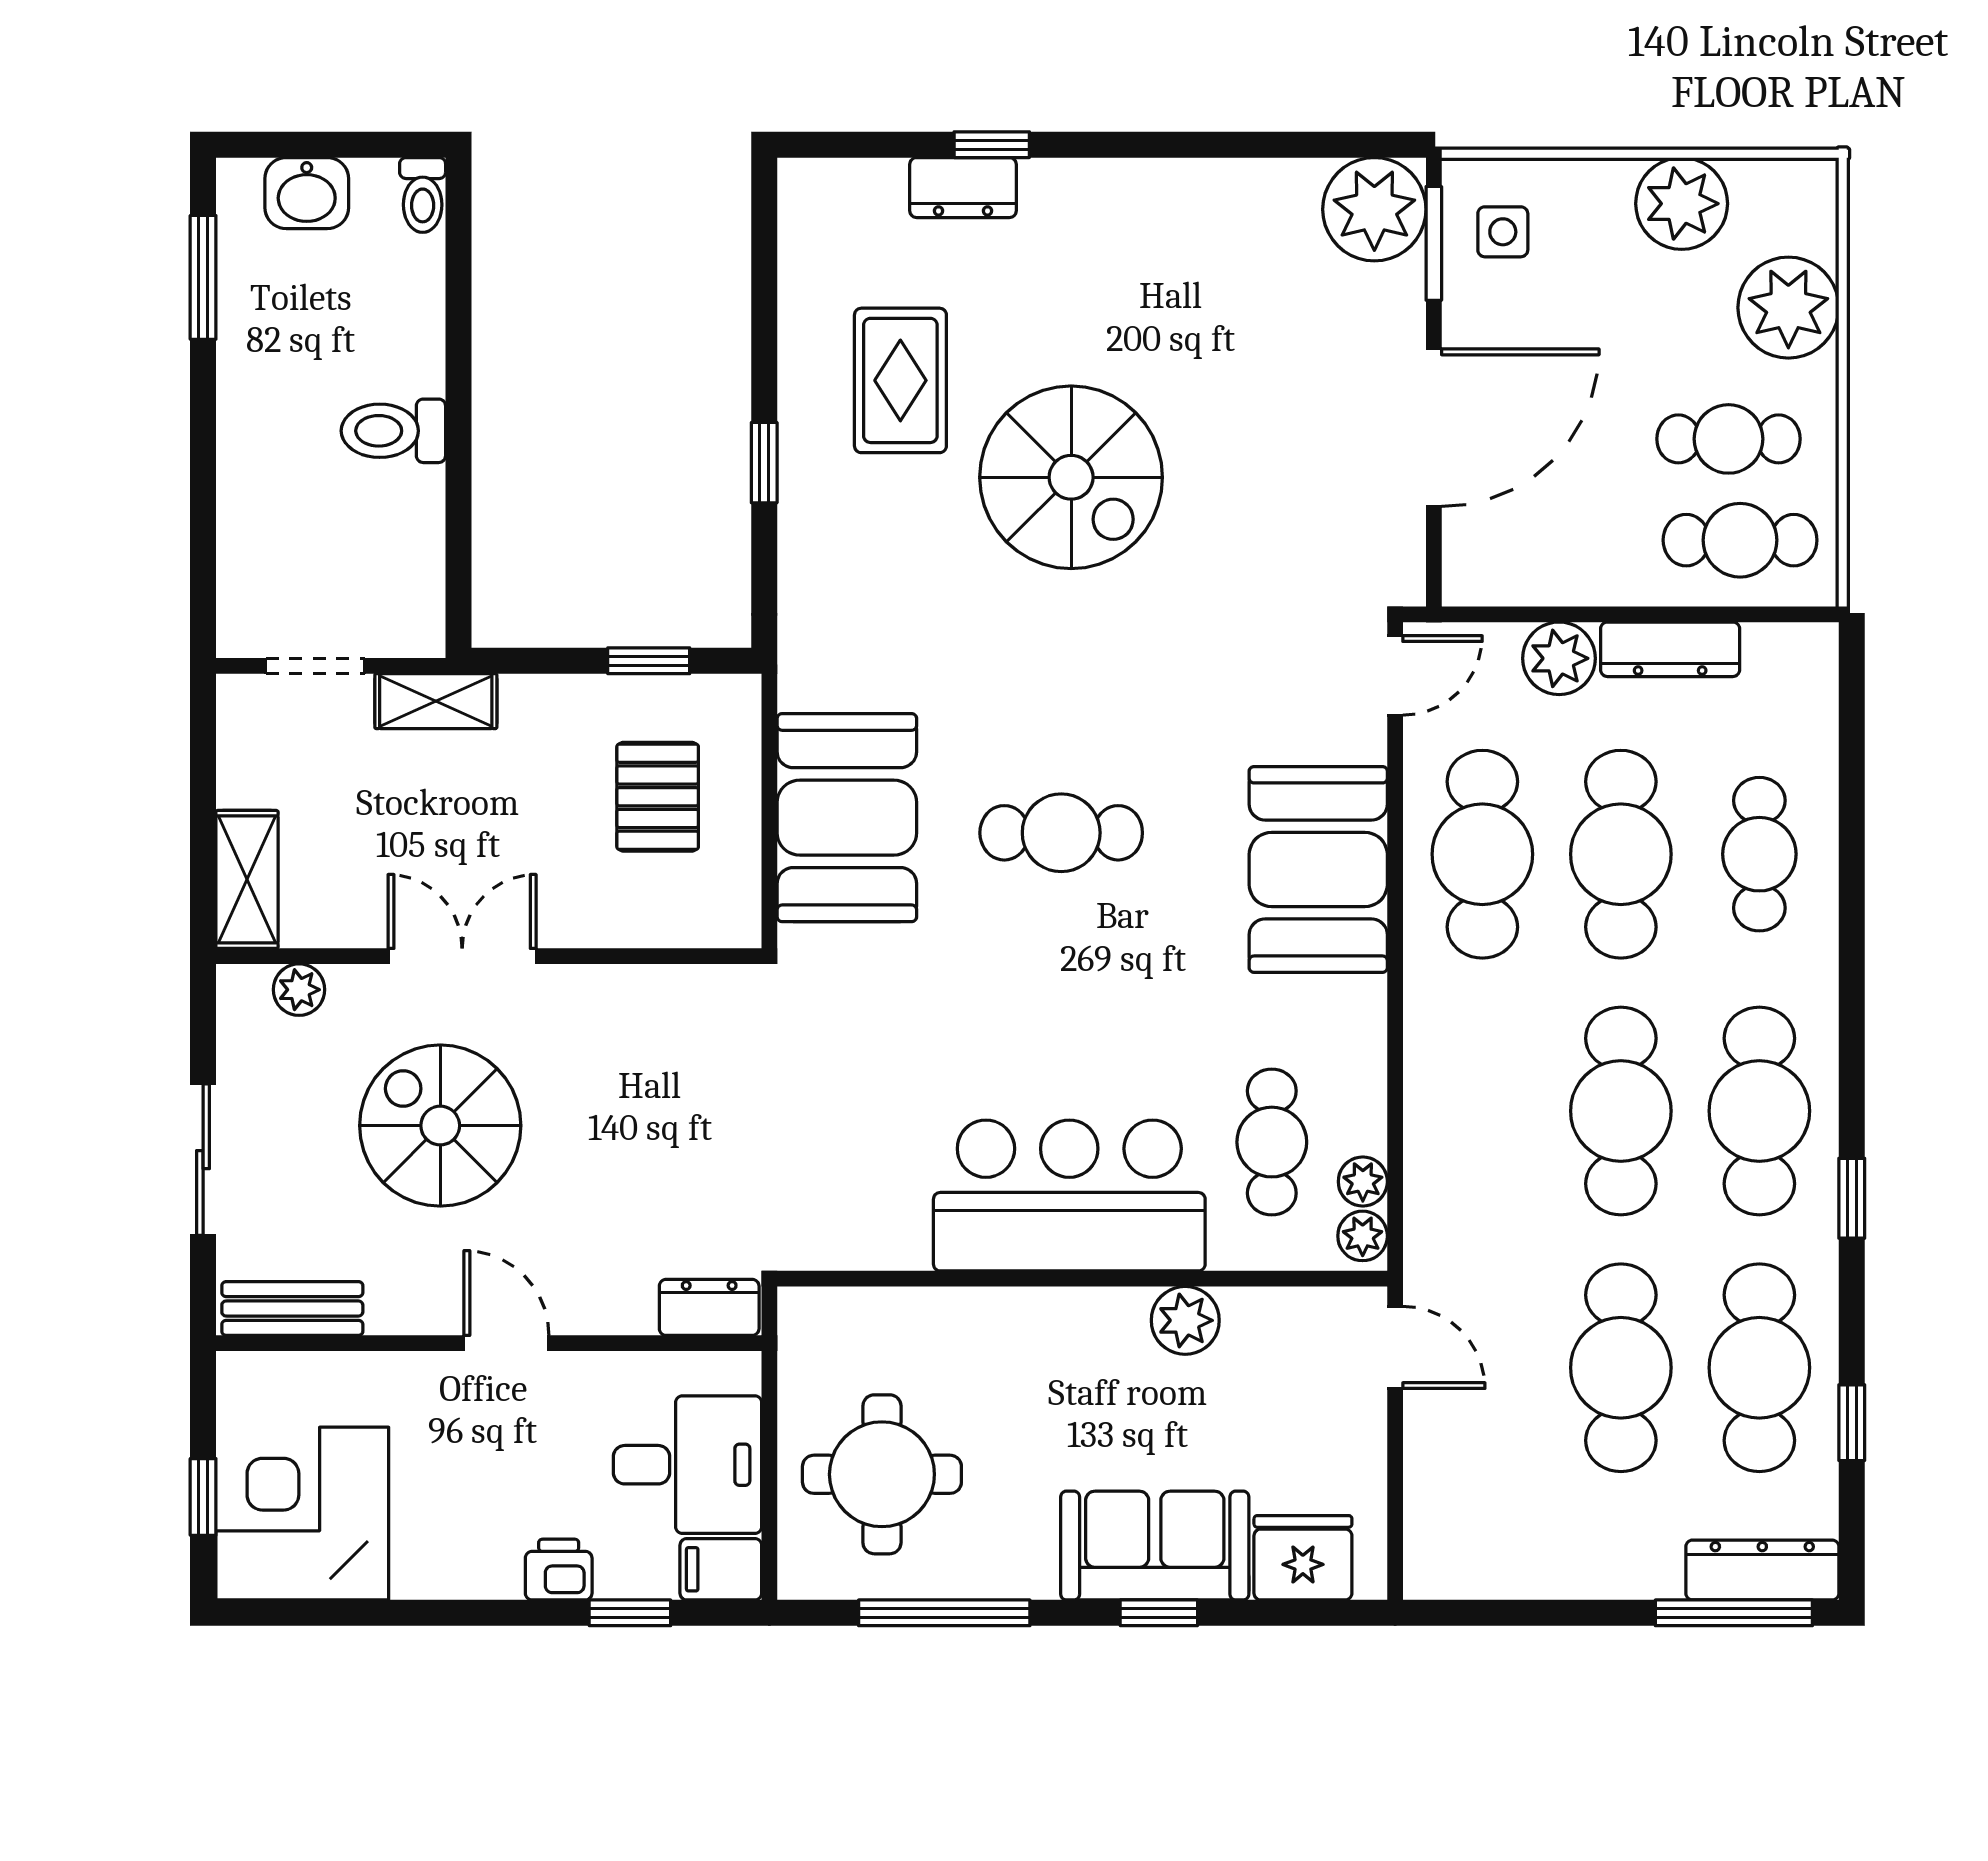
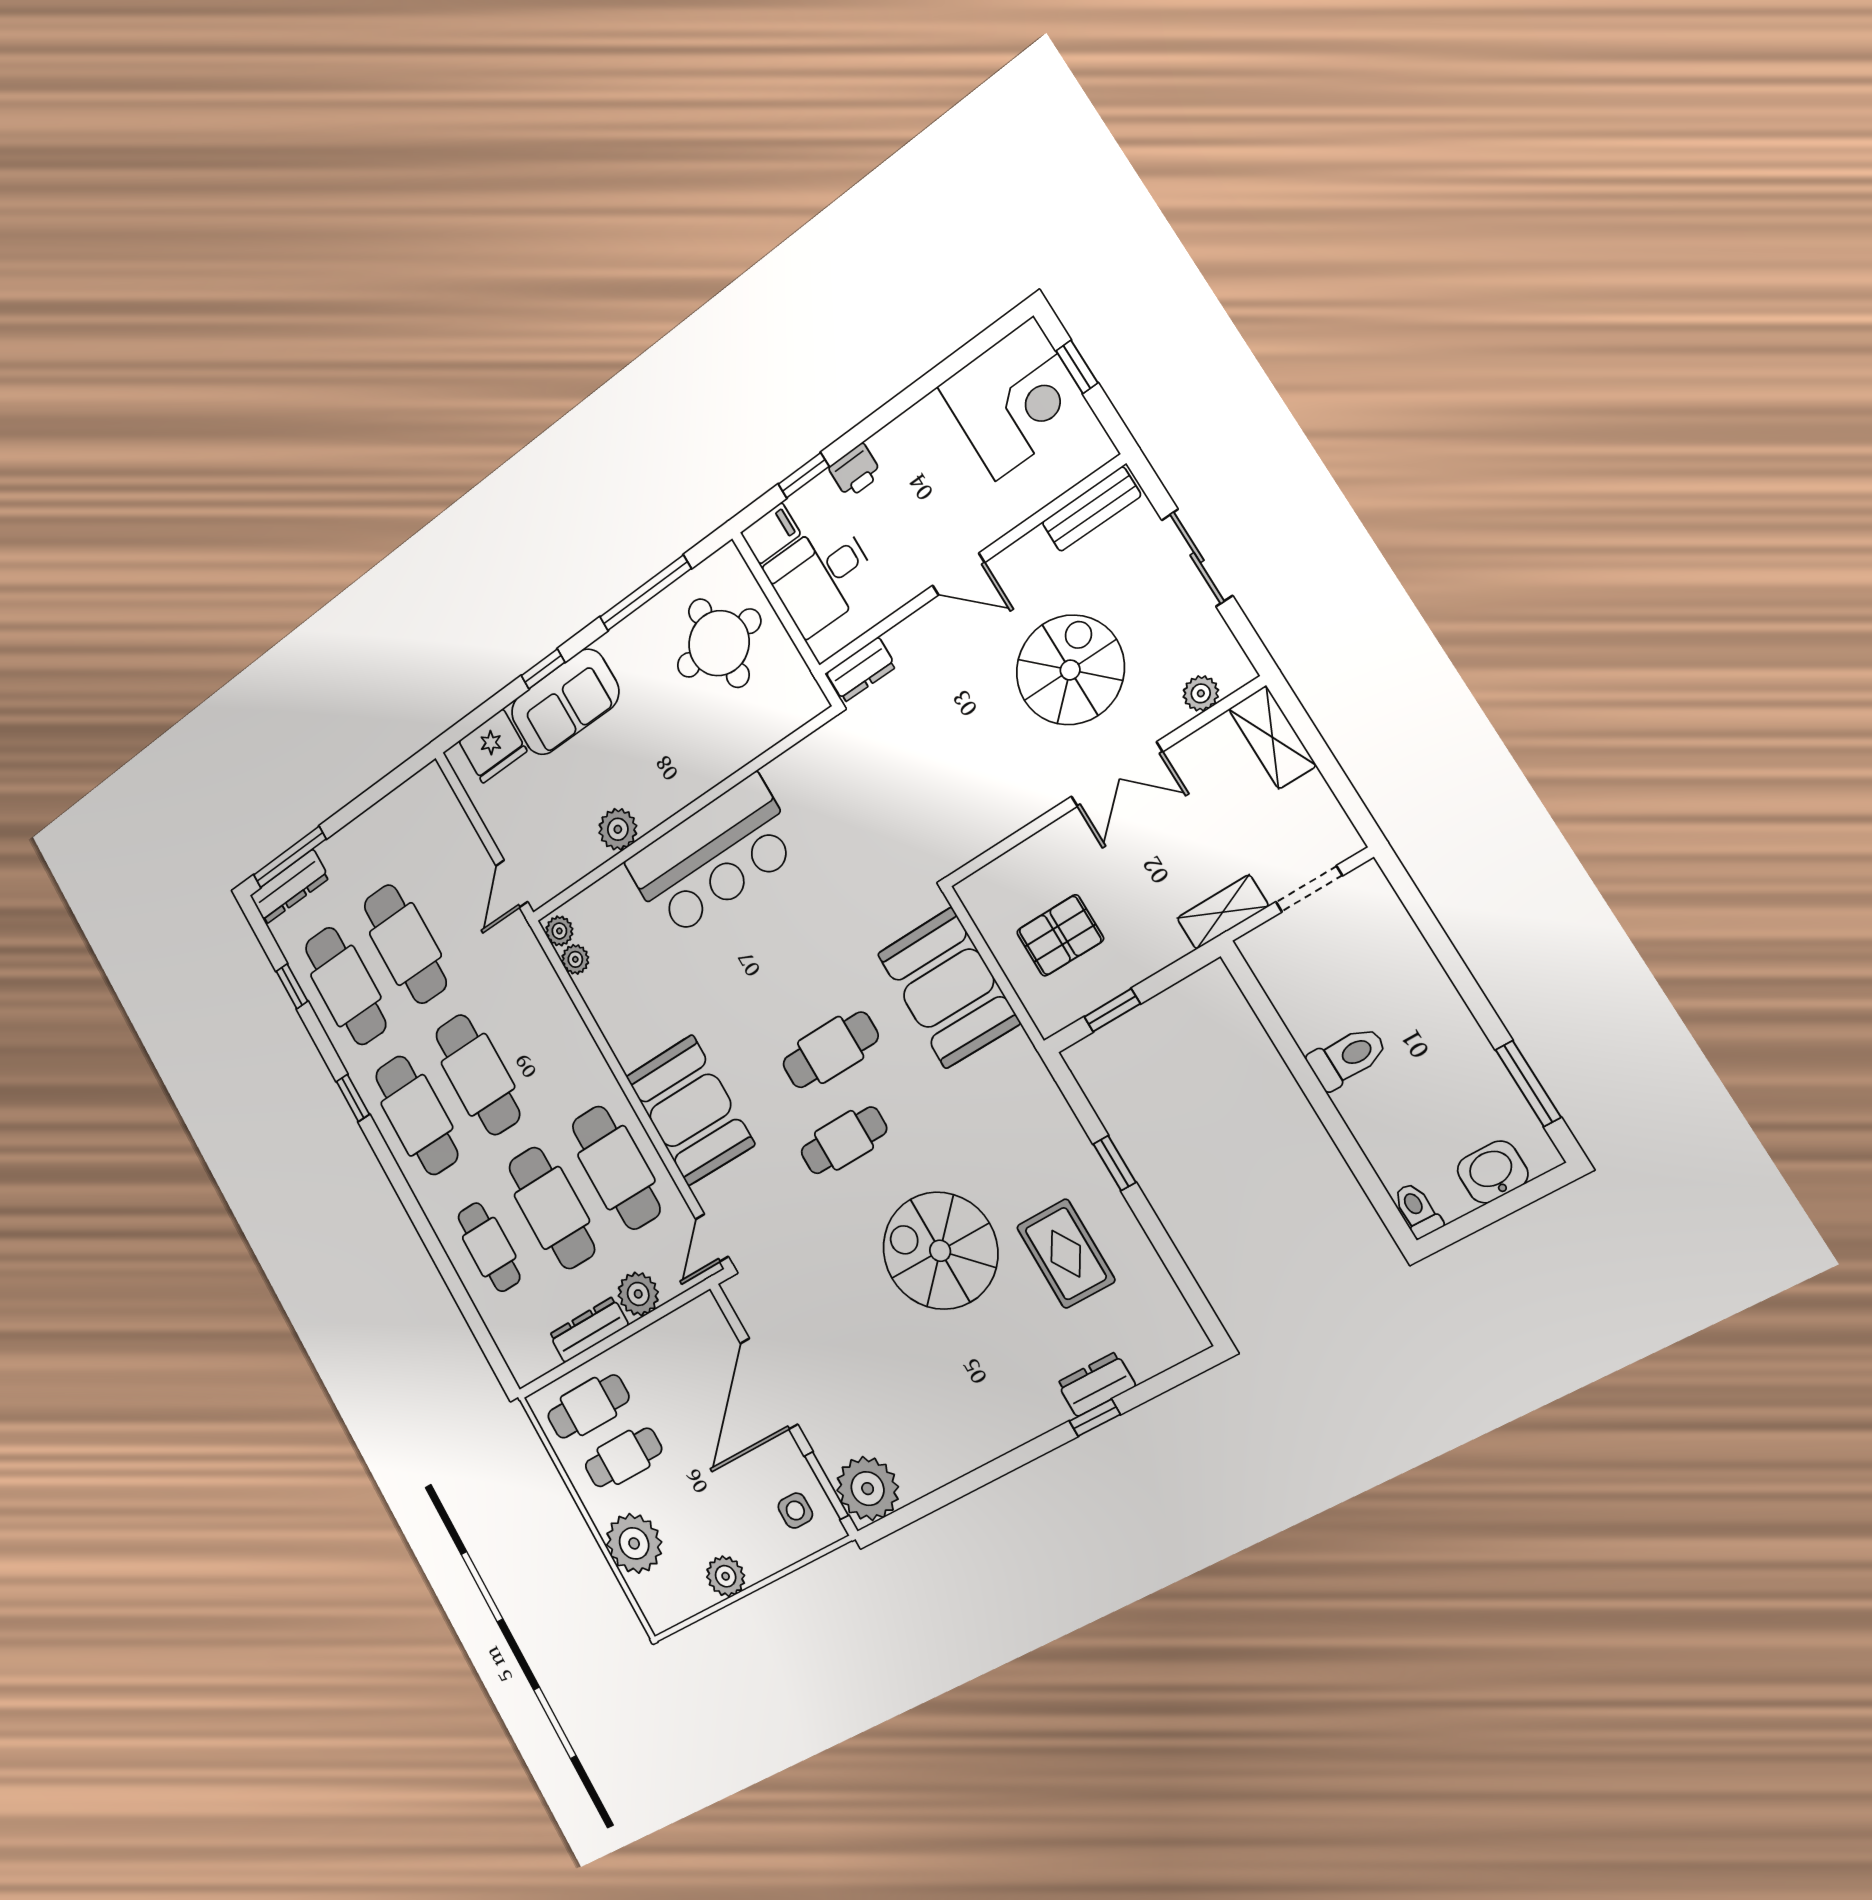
plant: (1682, 204) -> (726, 1576), width x0.73, depth x0.73
pallet: (658, 797) -> (1060, 935), turned 90
spiral stairs: (440, 1126) -> (1070, 670), turned -90
cafe table: (1272, 1142) -> (844, 1140), moved, turned 90
door: (1395, 1347) -> (512, 884), hinge flipped

